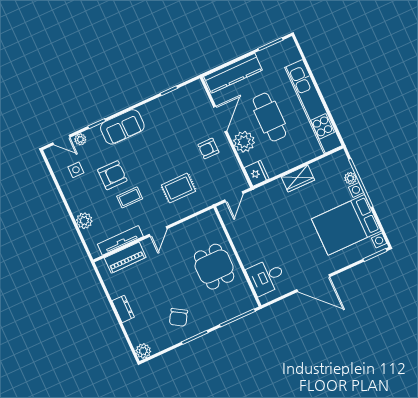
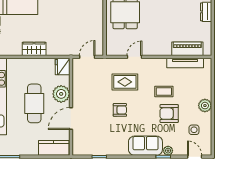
kitchen counter: (233, 73) -> (54, 148), width x0.67
plant: (80, 139) -> (168, 151), moved
armchair: (208, 149) -> (120, 110), moved
plant: (84, 221) -> (205, 106), moved
door: (158, 231) -> (134, 57), moved

